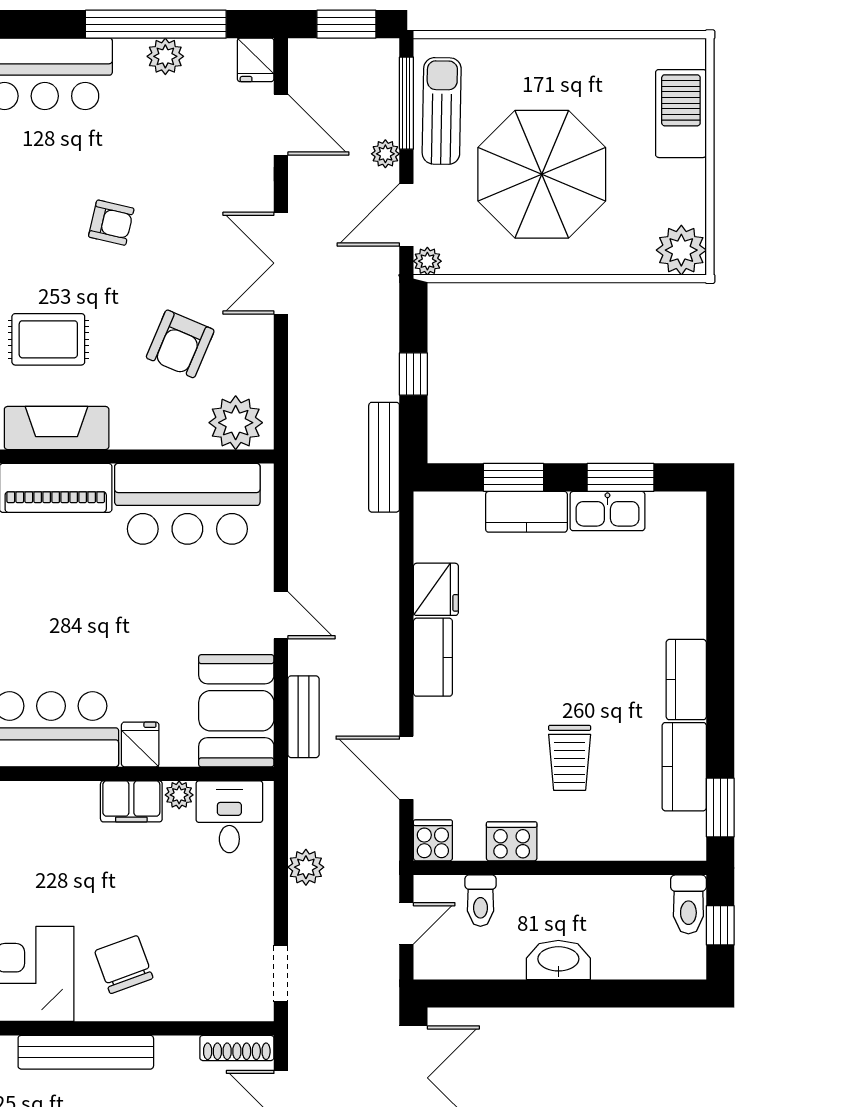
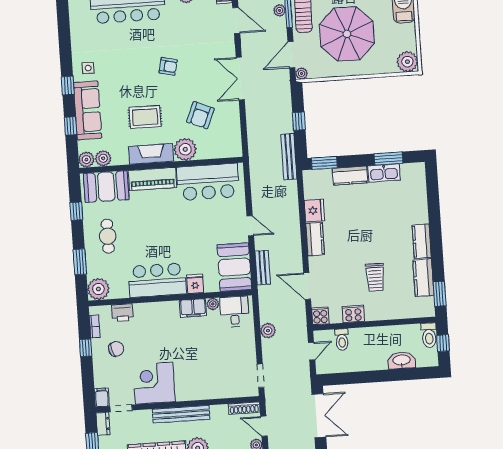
plant: (385, 154) -> (280, 10), moved
plant: (236, 423) -> (185, 149), moved
window: (514, 477) -> (324, 163), moved
washbasin: (558, 960) -> (402, 360), moved
chair: (124, 965) -> (195, 376), removed

